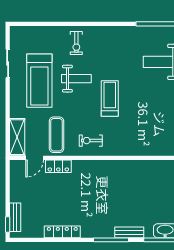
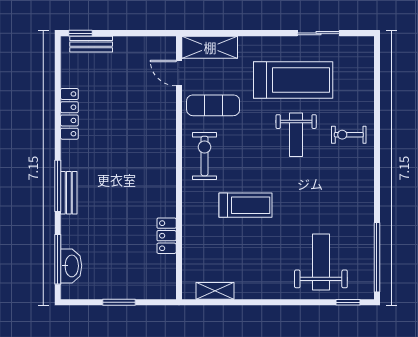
treadmill: (39, 81) -> (293, 80), turned 180
treadmill: (110, 99) -> (245, 205), moved
exercise bike: (91, 141) -> (205, 156), width x1.38, depth x1.39
locker: (58, 166) -> (167, 236), moved
bench: (129, 232) -> (69, 193), moved

